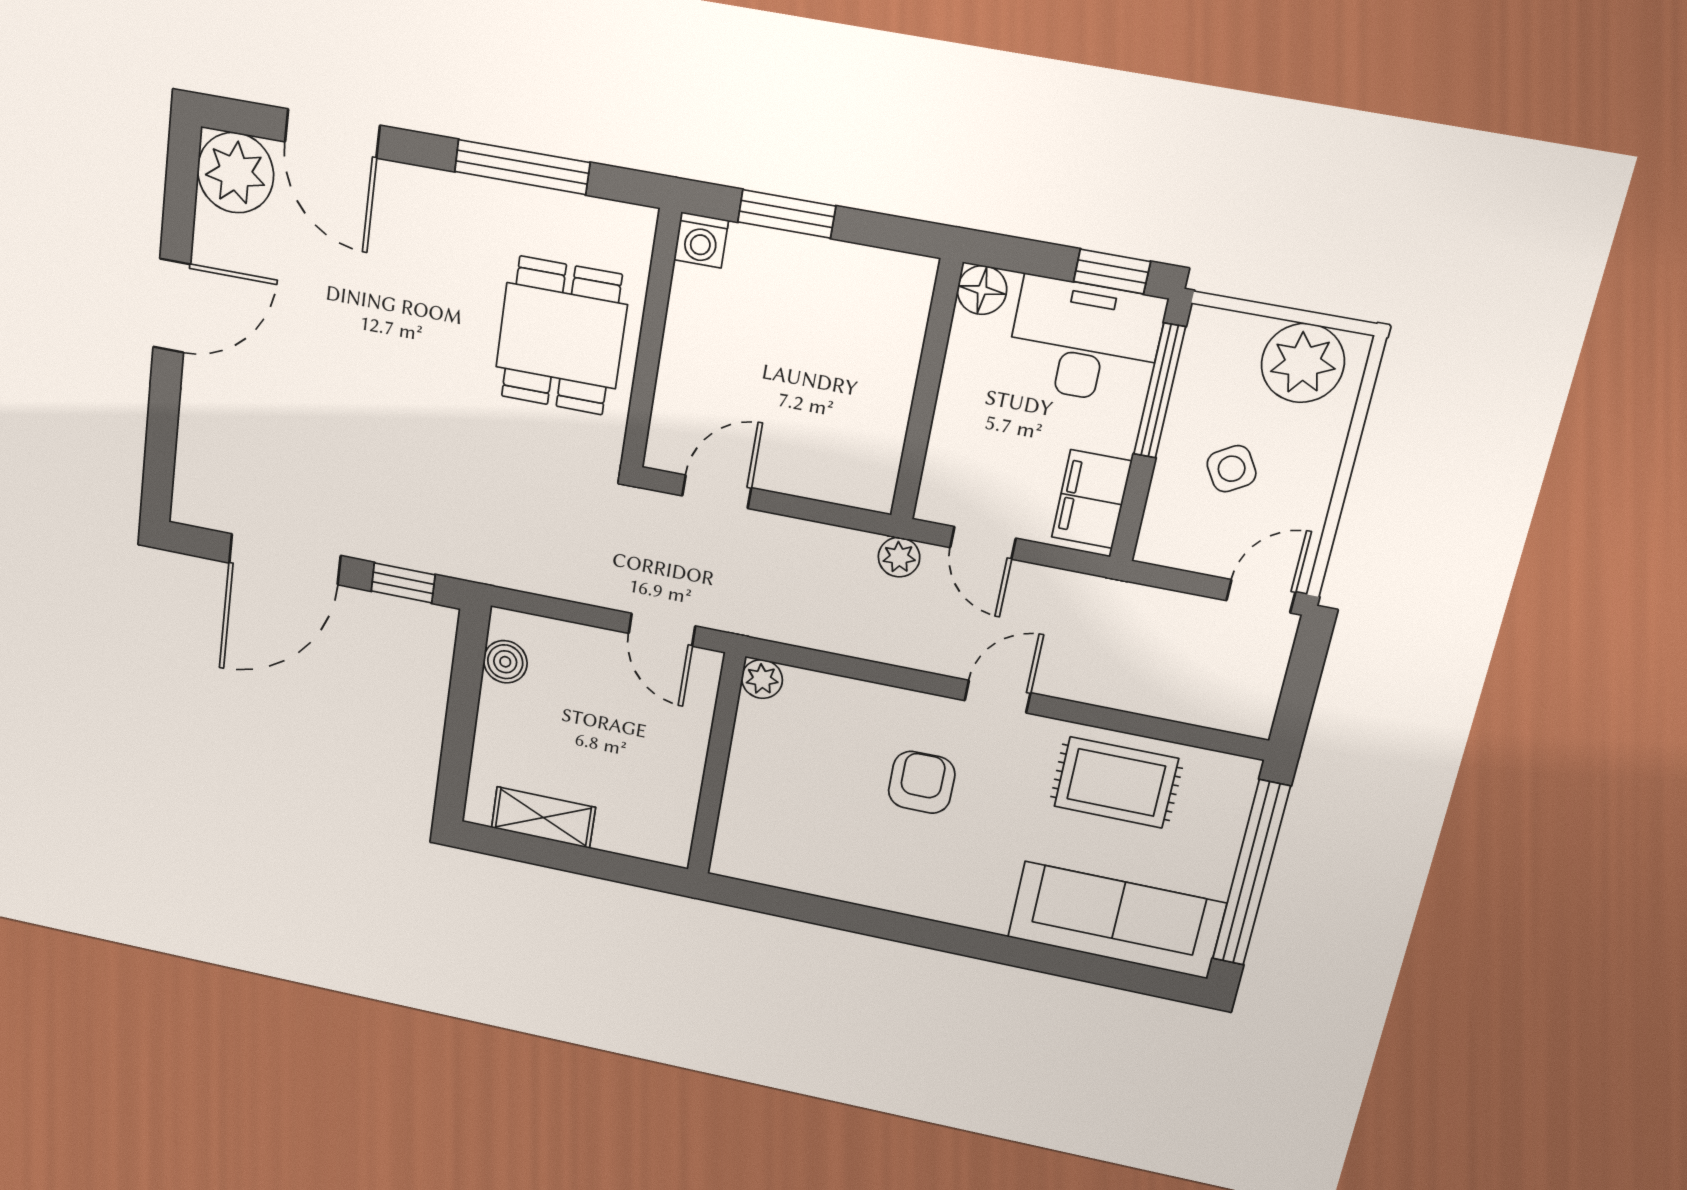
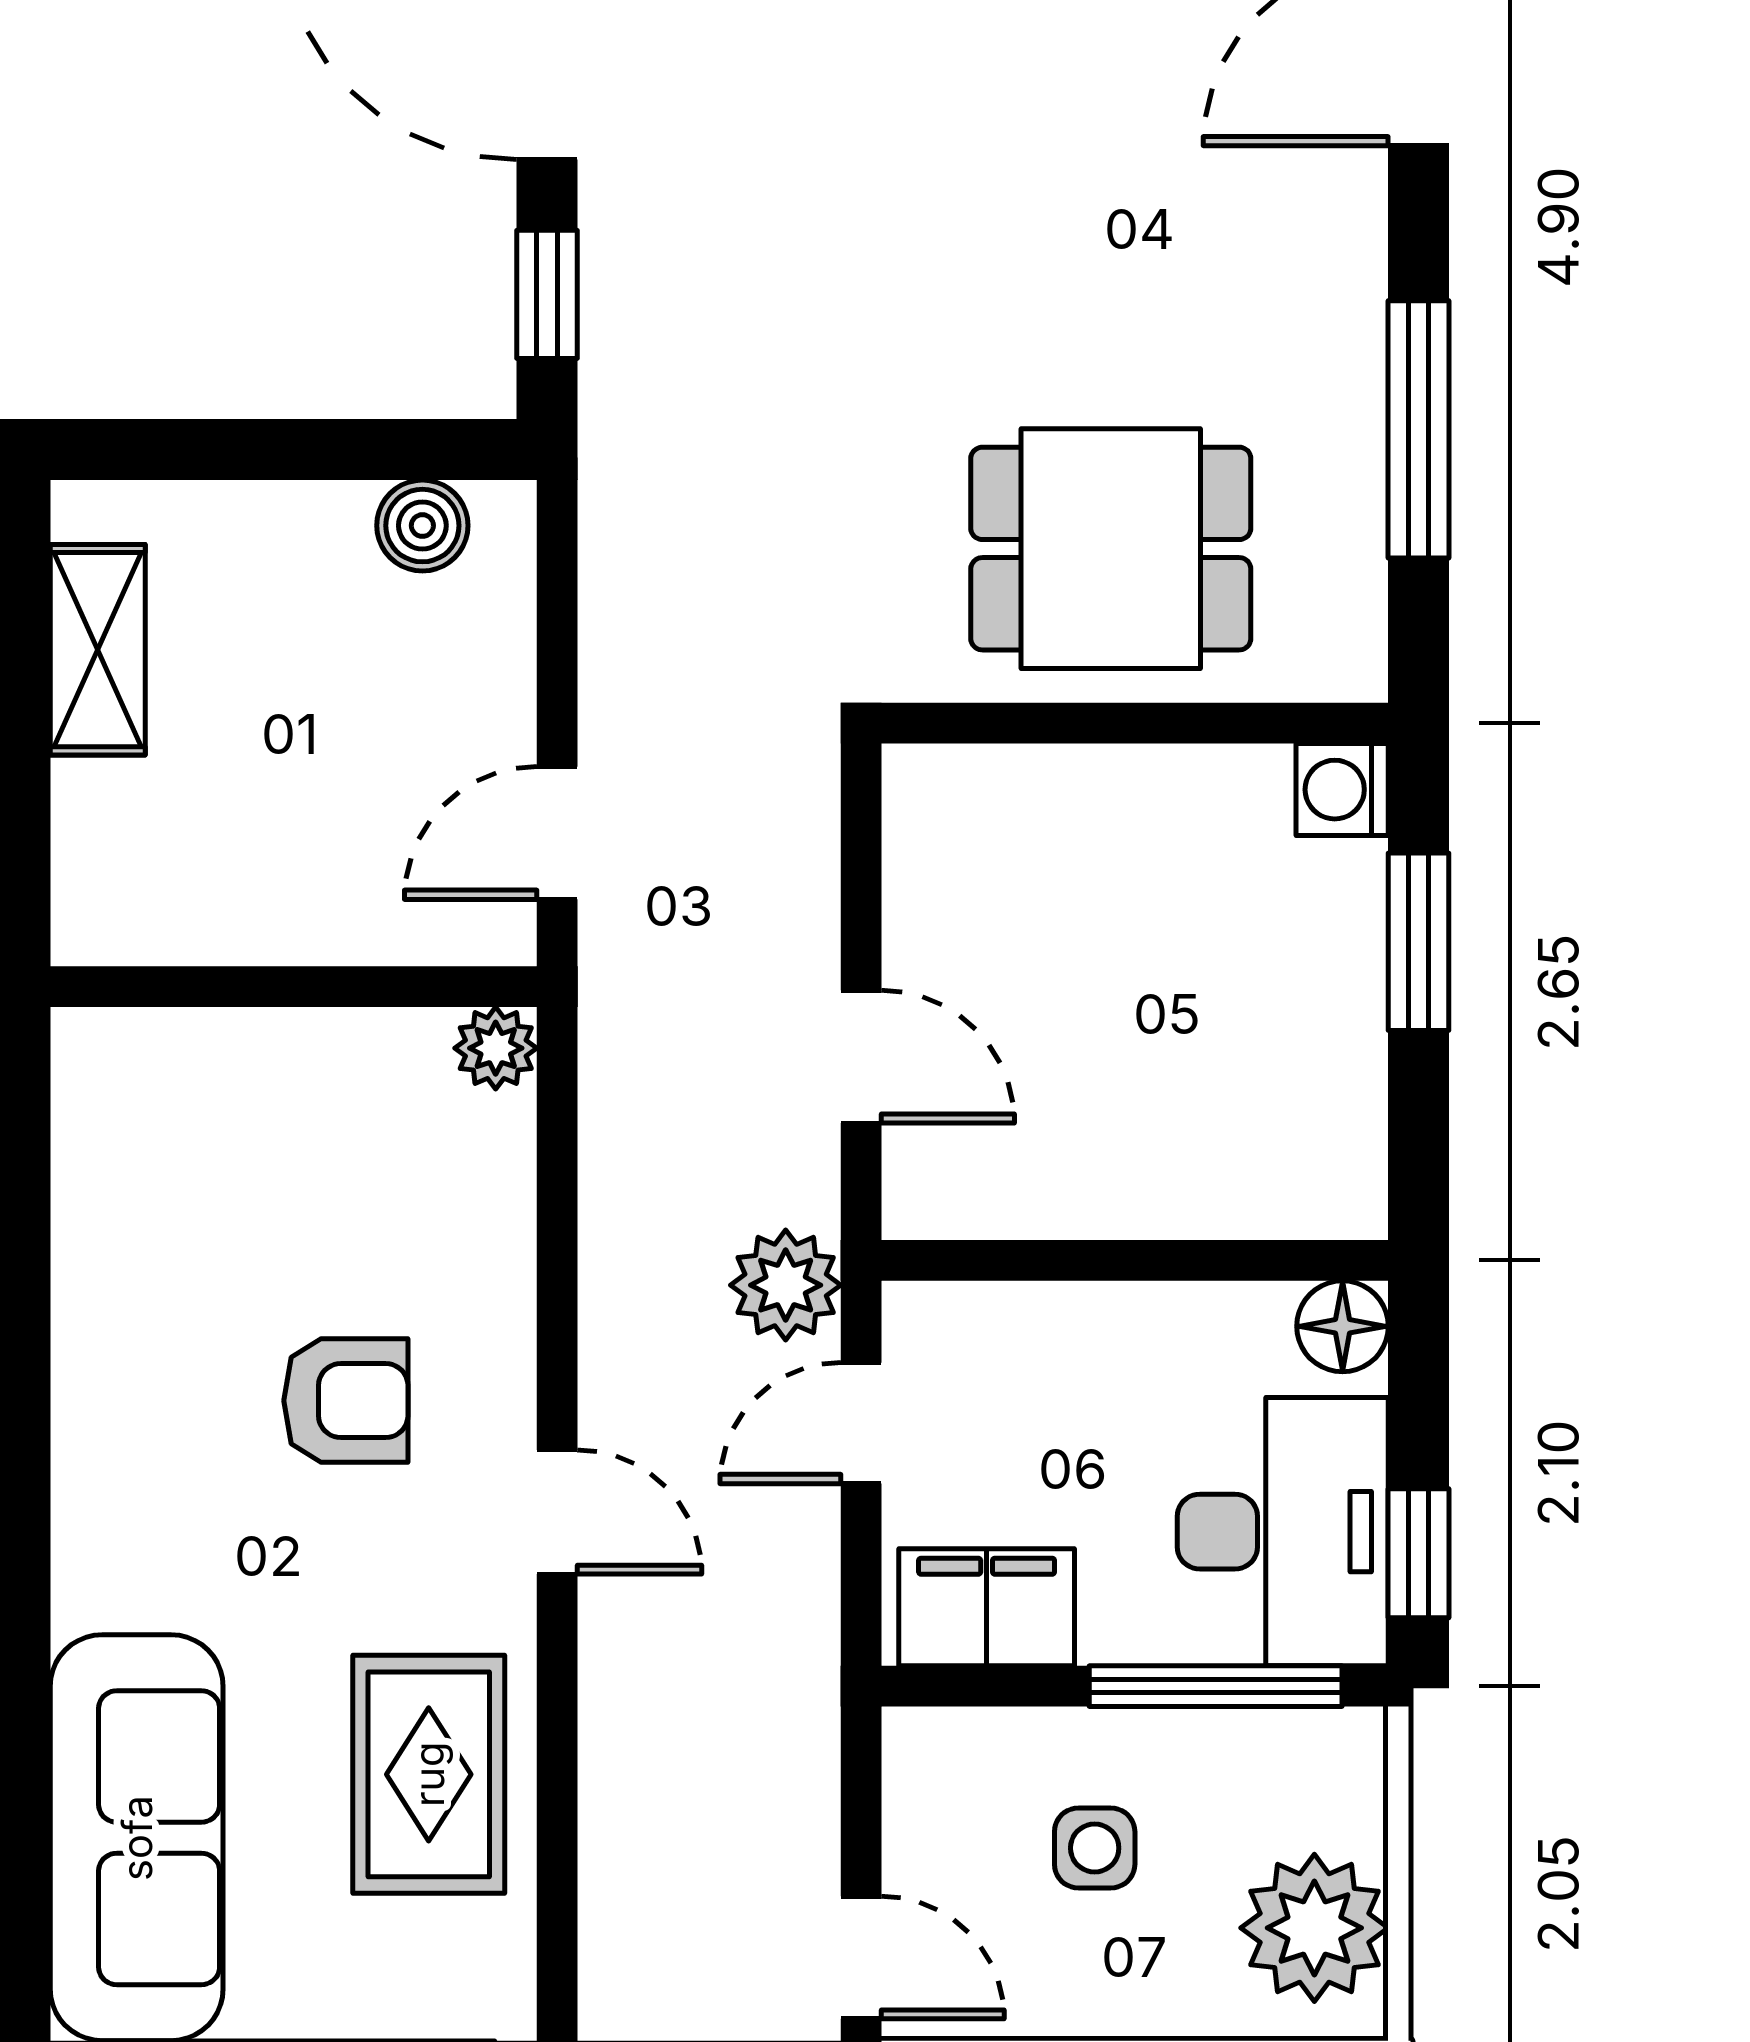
side table: (1232, 469) -> (1095, 1848), turned 31
door: (717, 492) -> (861, 1057), moved
plant: (899, 557) -> (786, 1285), width x1.38, depth x1.38

